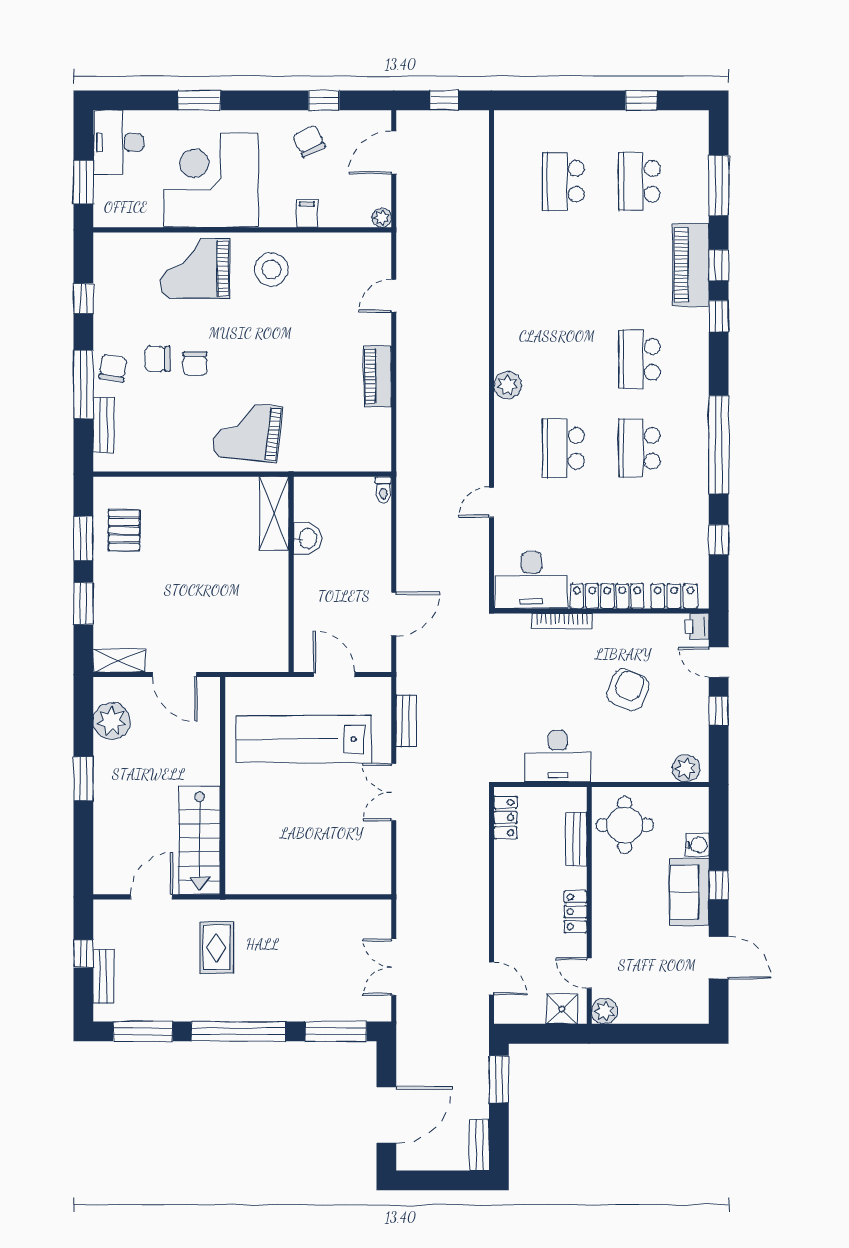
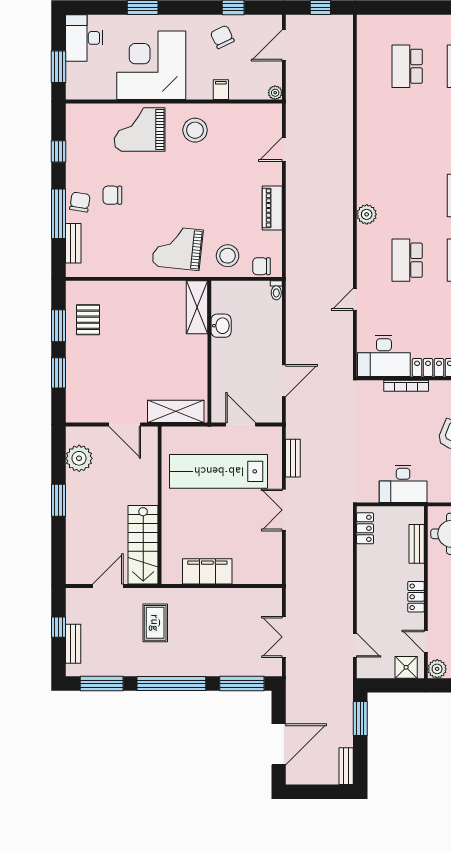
chair: (195, 363) -> (261, 266), moved, turned 90
stool: (316, 442) -> (228, 256), added
shelving: (119, 661) -> (176, 411), moved, width x1.50, depth x1.33
filing cabinet: (288, 877) -> (207, 571), added

